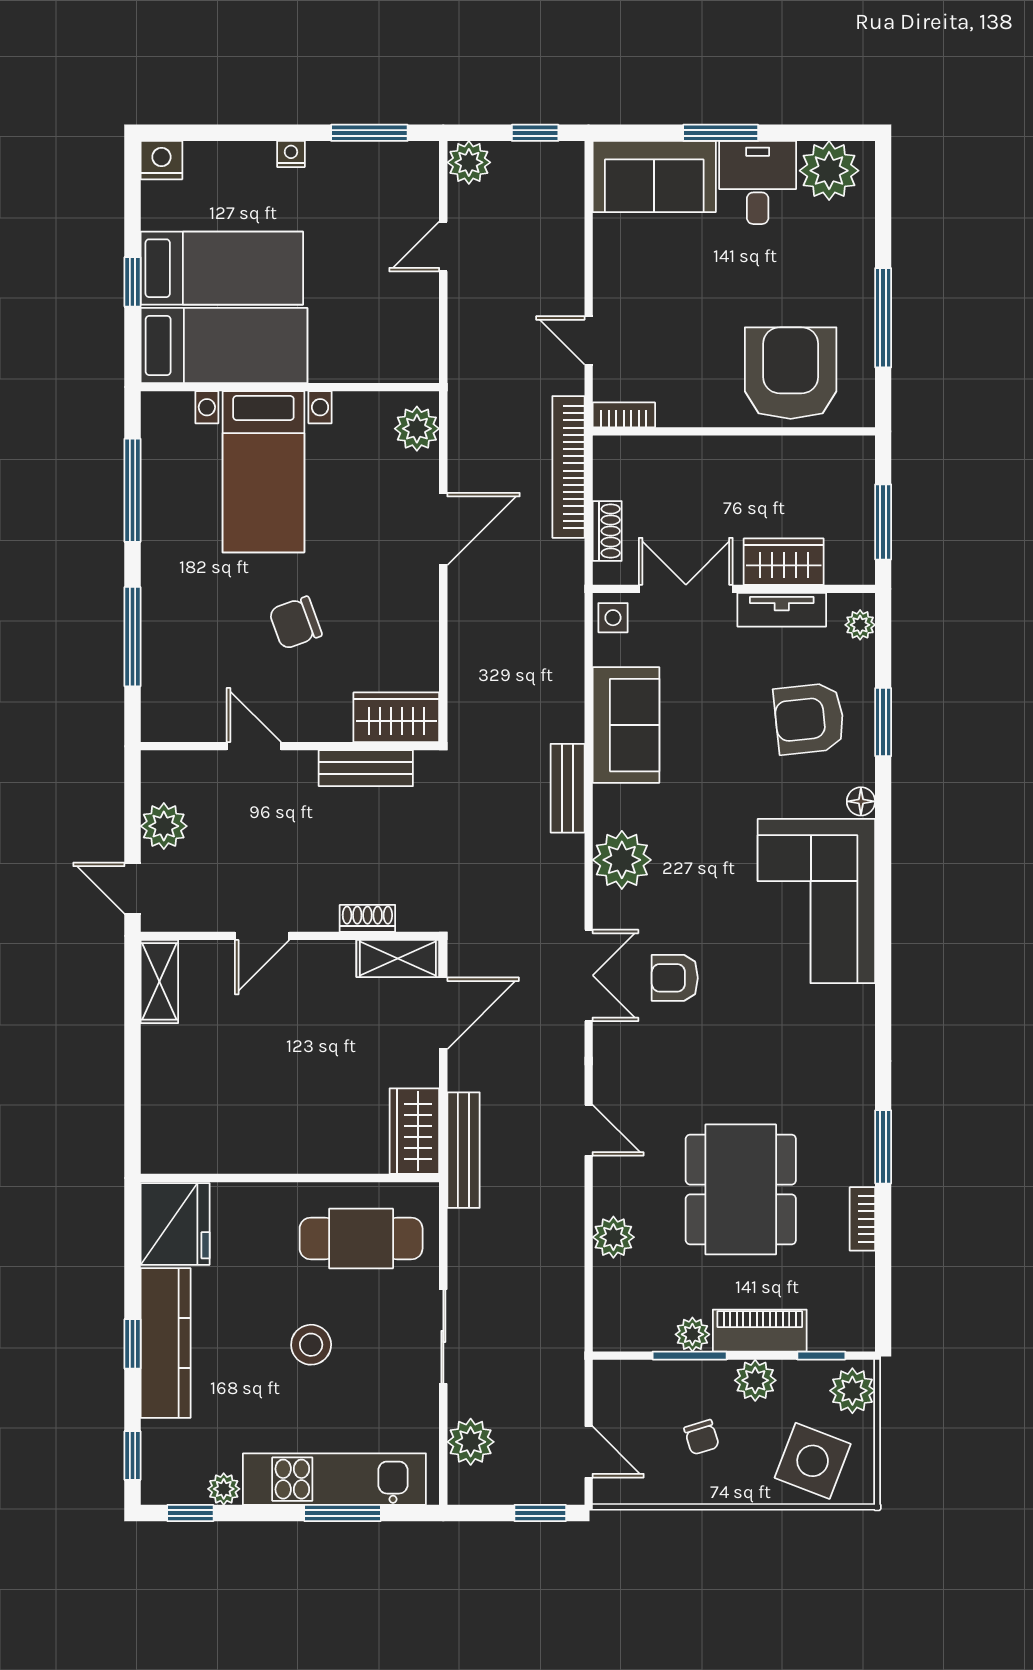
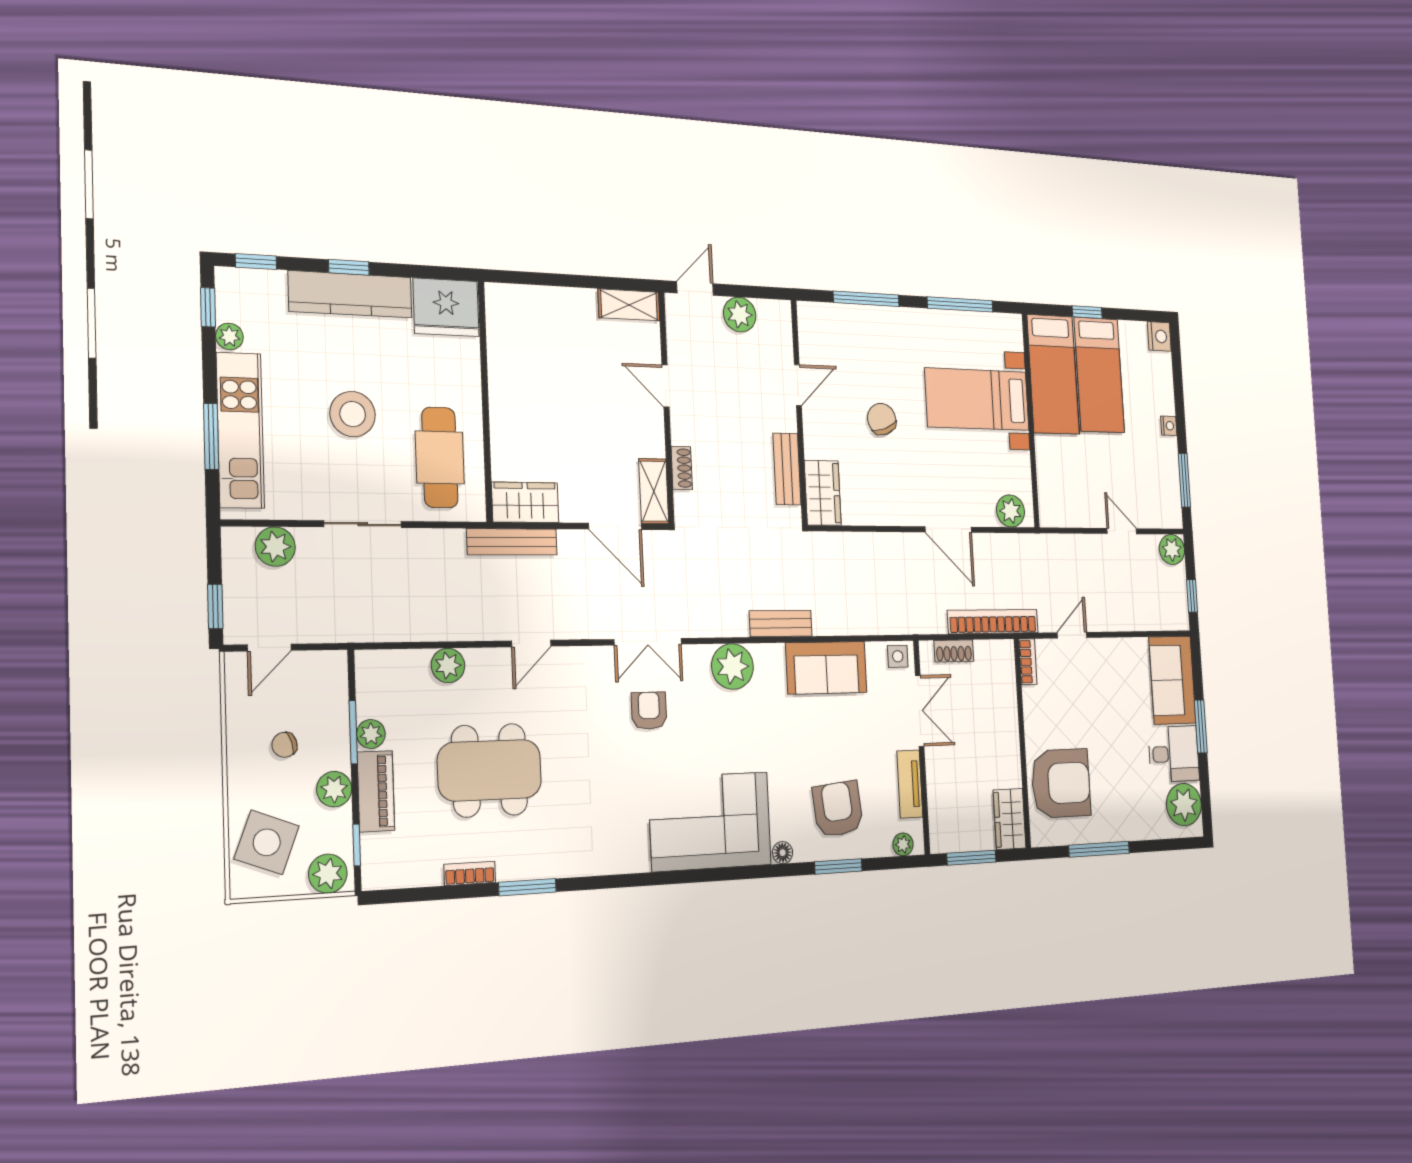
wardrobe: (784, 562) -> (1010, 819), moved, turned 180
stool: (311, 1345) -> (353, 414), width x1.38, depth x1.38

